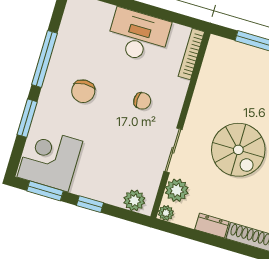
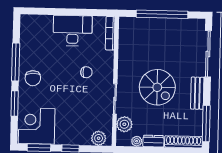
chair: (83, 91) -> (33, 78), moved
plant: (166, 213) -> (137, 141), moved

